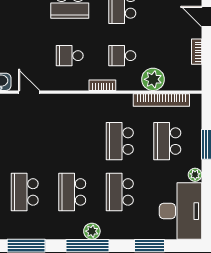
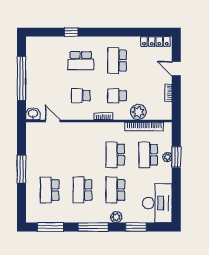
plant: (195, 175) -> (167, 157), moved
plant: (92, 231) -> (116, 217), moved

